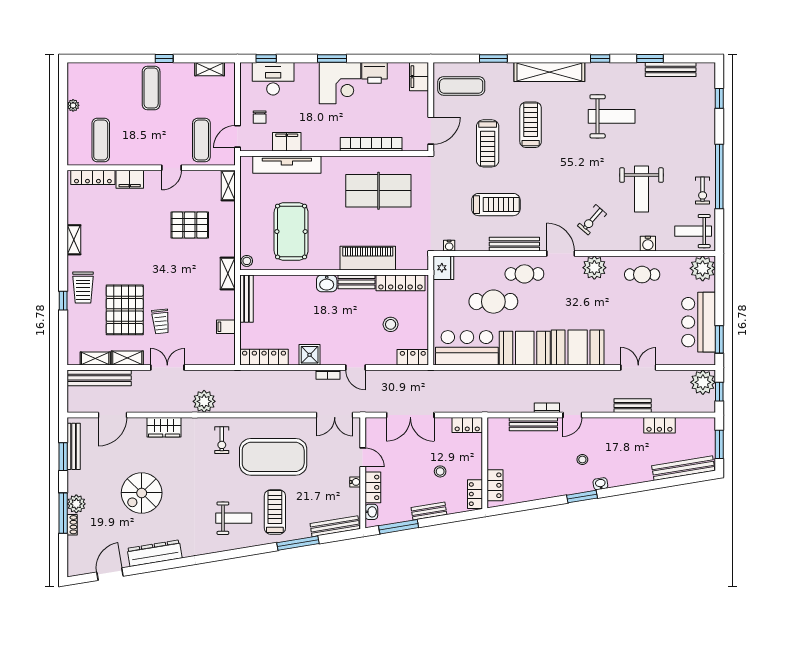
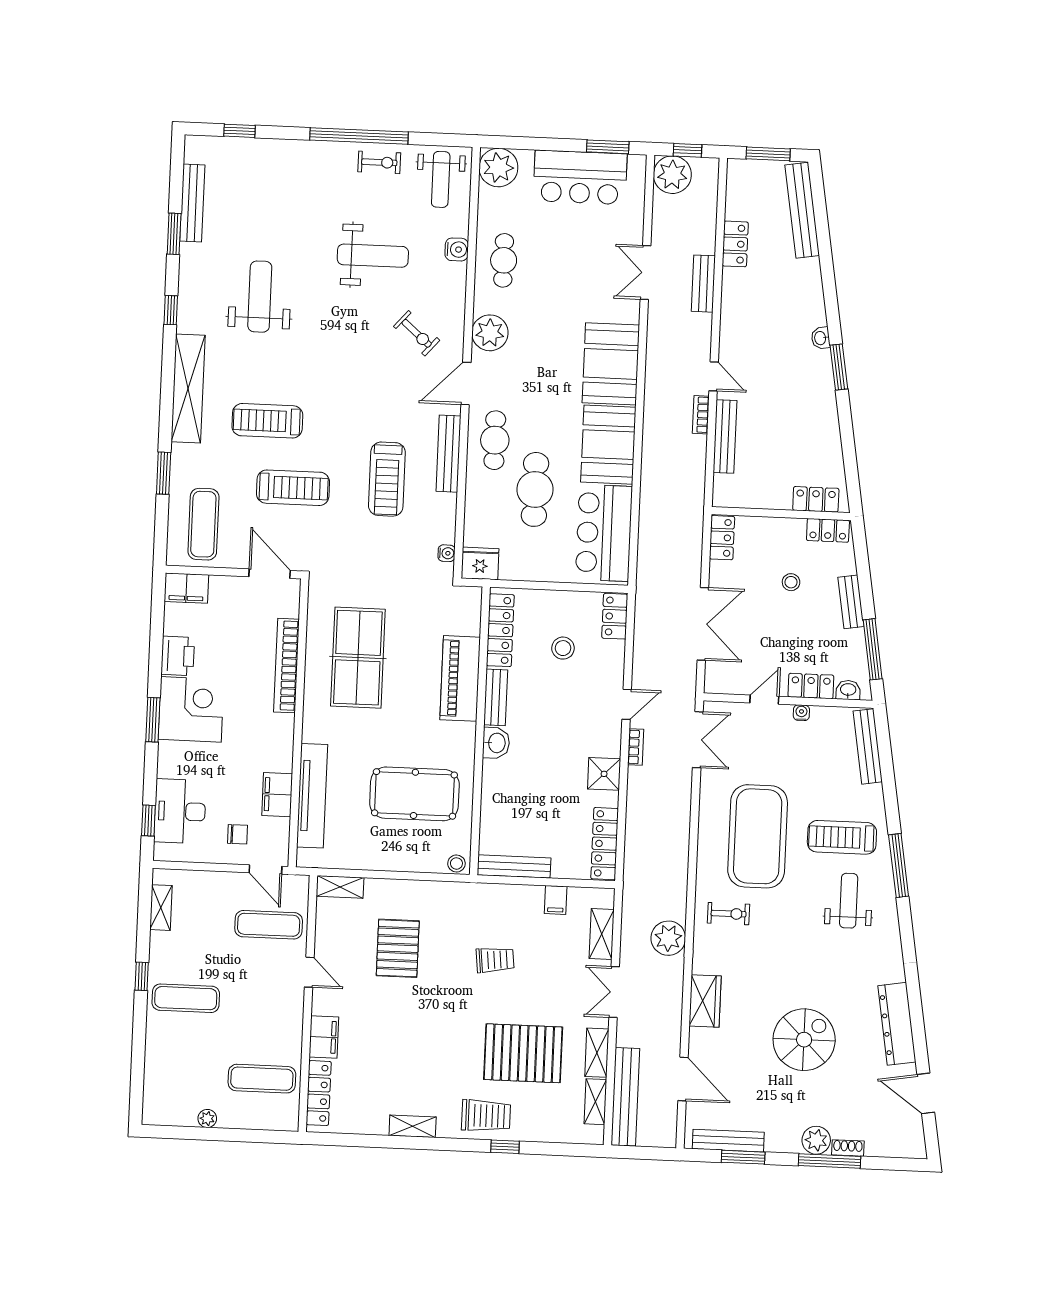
treadmill: (496, 205) -> (387, 479), turned 180
shelving: (228, 273) -> (602, 934), moved, turned 90
trolley: (161, 321) -> (495, 960), moved
stool: (582, 460) -> (782, 364), removed
spiral stairs: (142, 493) -> (804, 1040), turned -90
window: (298, 543) -> (899, 866), moved

